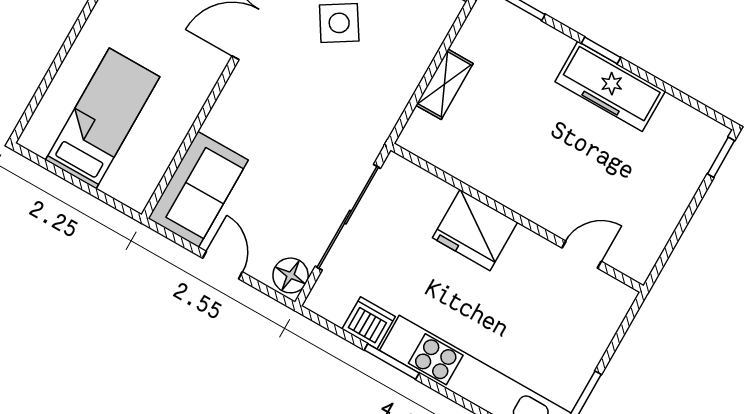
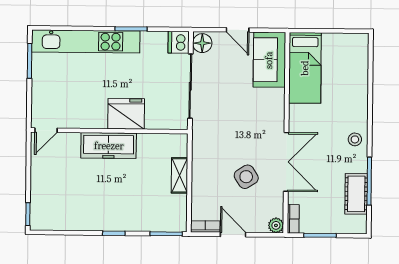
freezer: (610, 86) -> (109, 146), moved, turned 180
bed: (103, 118) -> (305, 68), moved
door: (582, 255) -> (46, 130), moved
dishwasher: (369, 323) -> (179, 42), moved, turned 90

